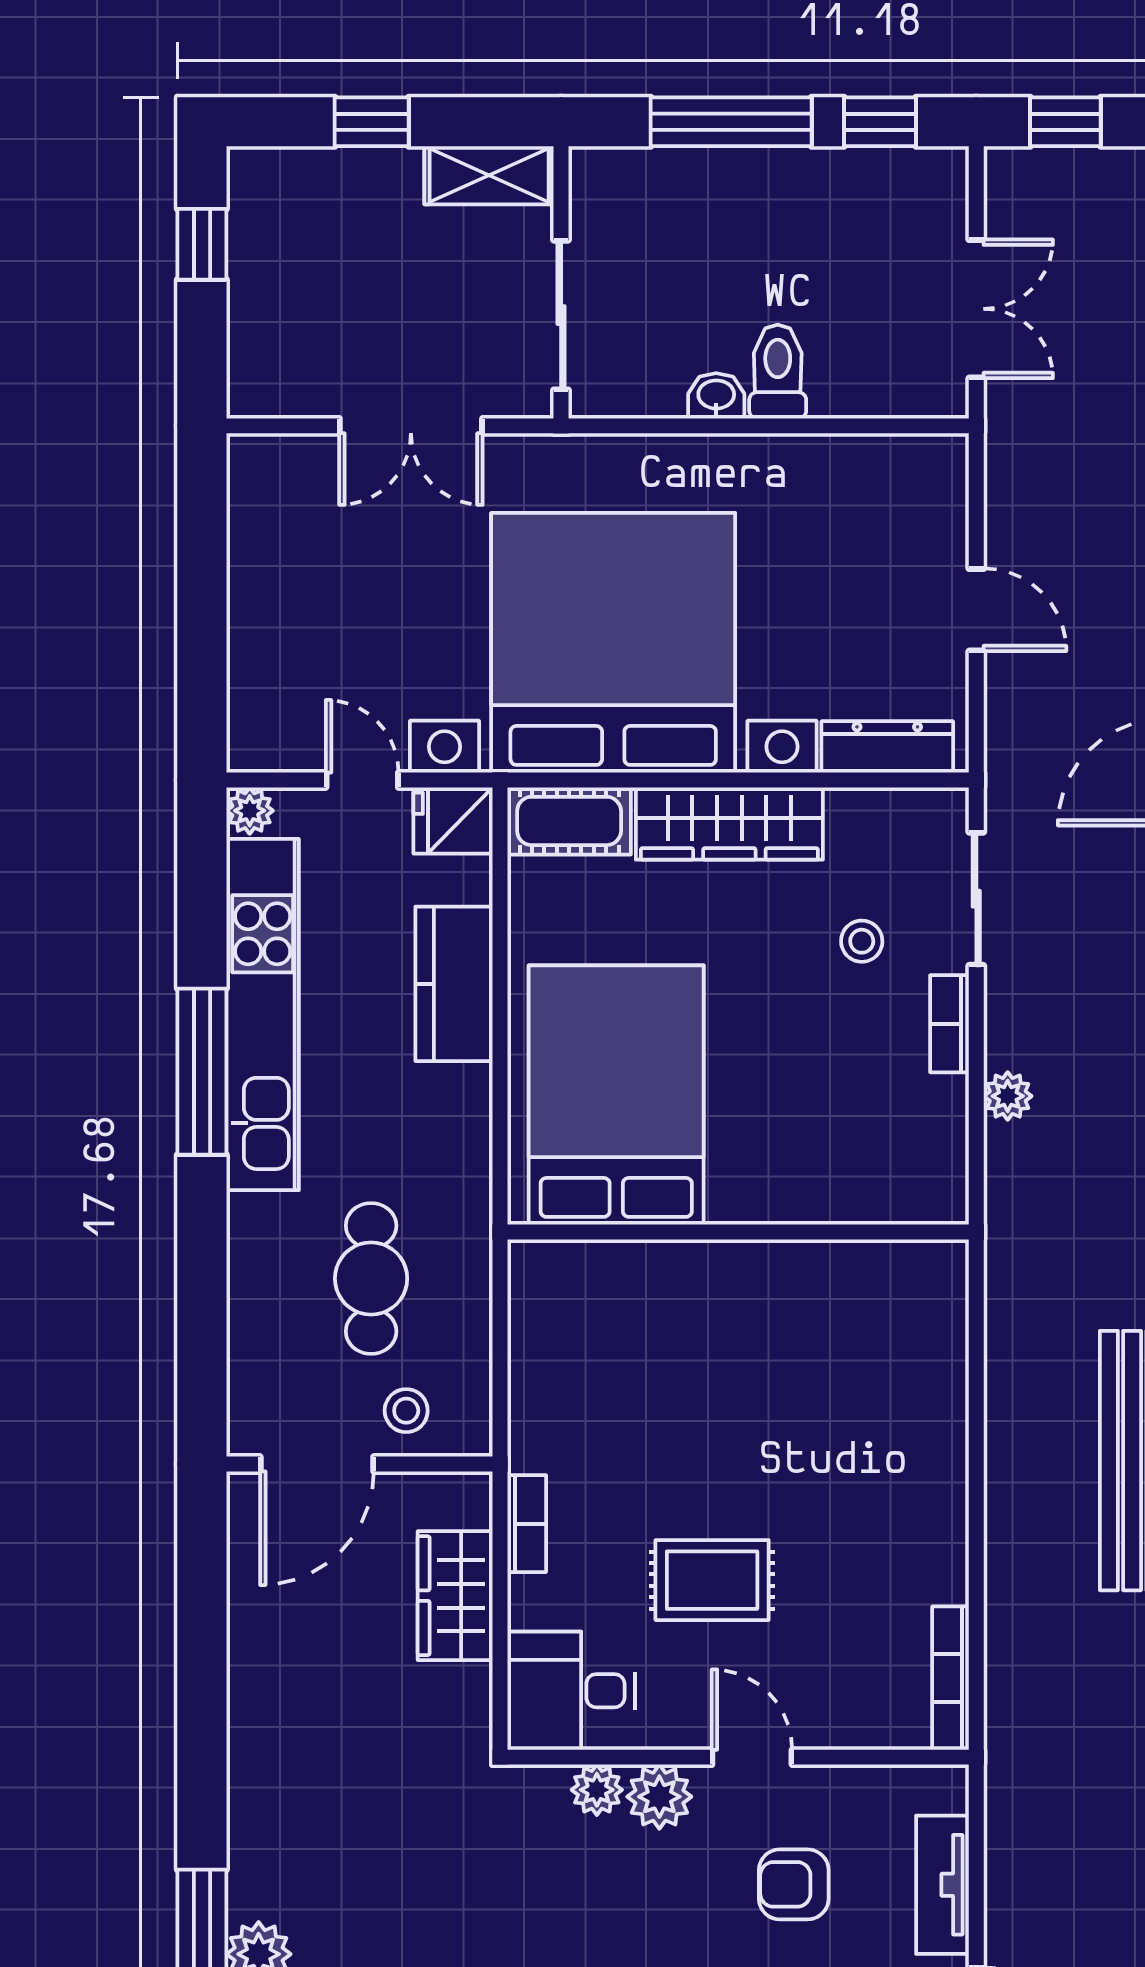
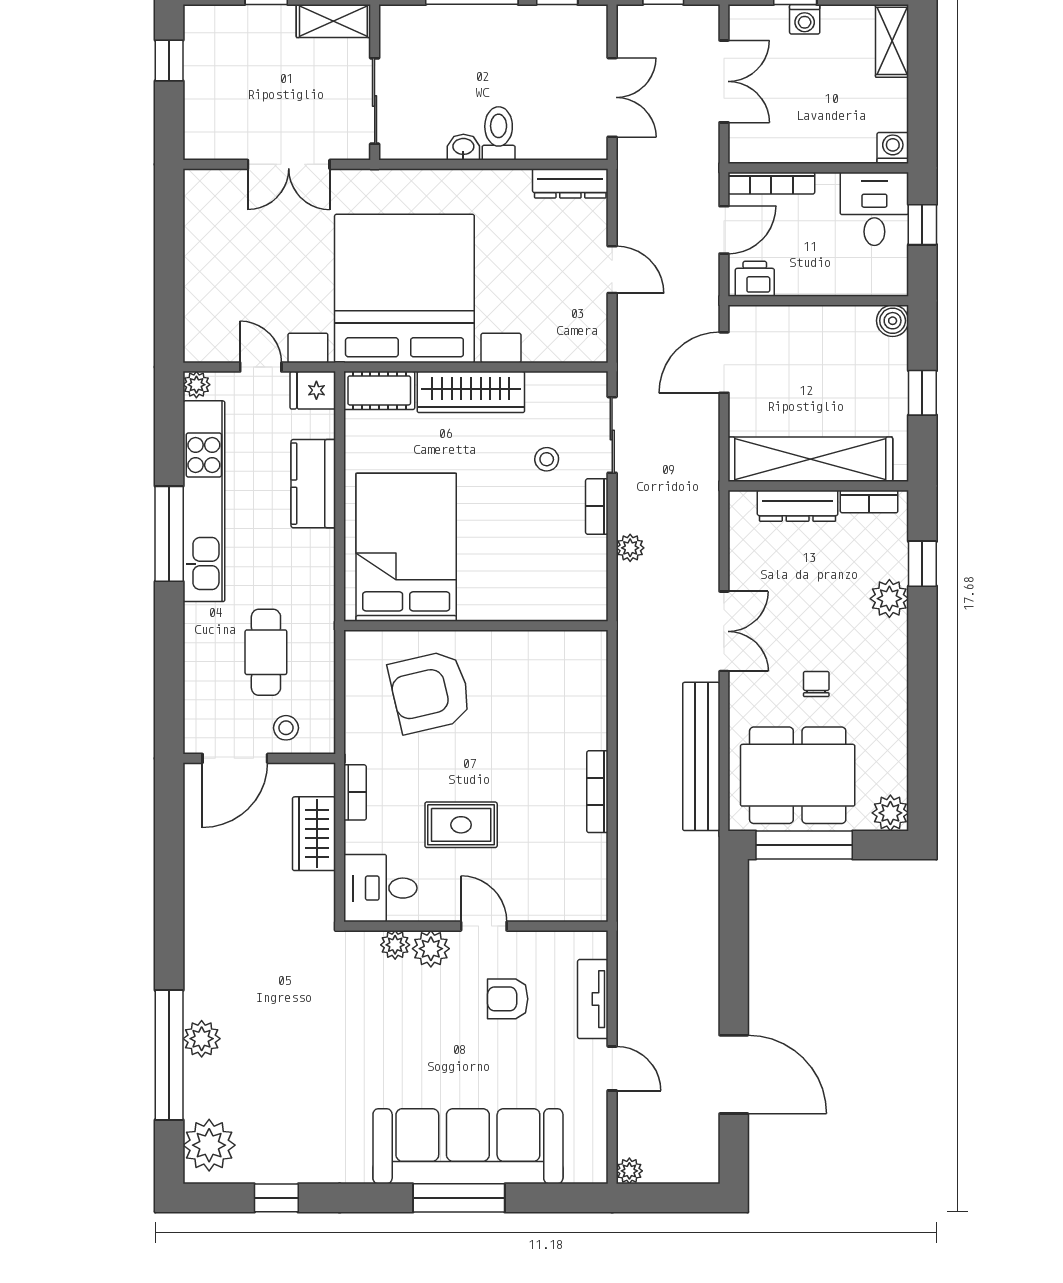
dresser: (887, 747) -> (570, 183), moved, turned 180
armchair: (658, 1348) -> (430, 692), added
bookcase: (951, 1678) -> (597, 792), moved

